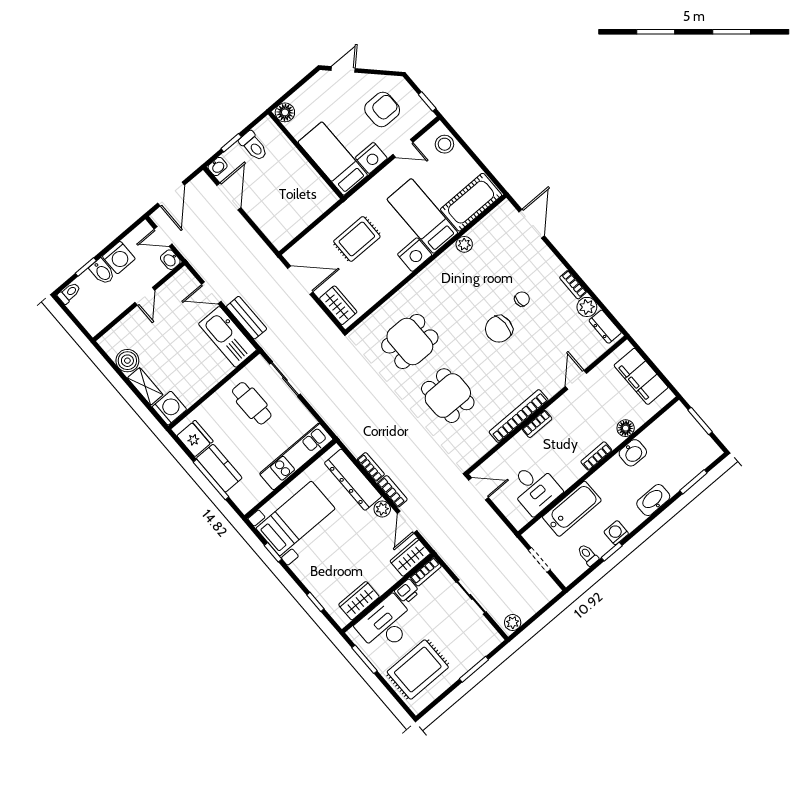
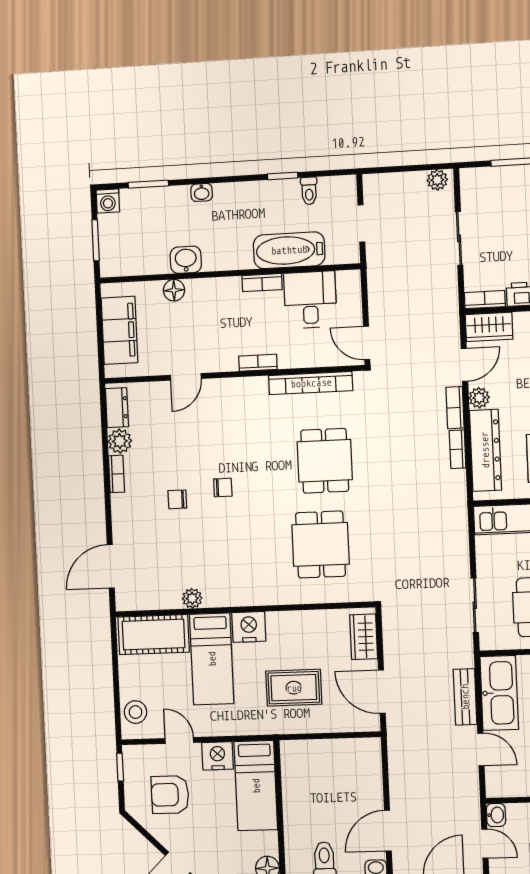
chair: (499, 329) -> (223, 487), width x0.54, depth x0.54
dining table: (410, 341) -> (321, 544), turned 90
bookcase: (519, 416) -> (311, 383), moved
bookcase: (596, 456) -> (262, 283), moved
washbasin: (653, 500) -> (202, 192), width x0.52, depth x0.69
washing machine: (616, 533) -> (108, 201), moved

